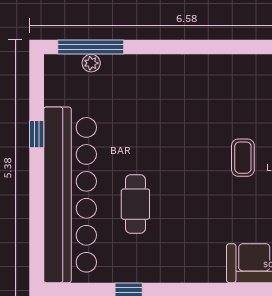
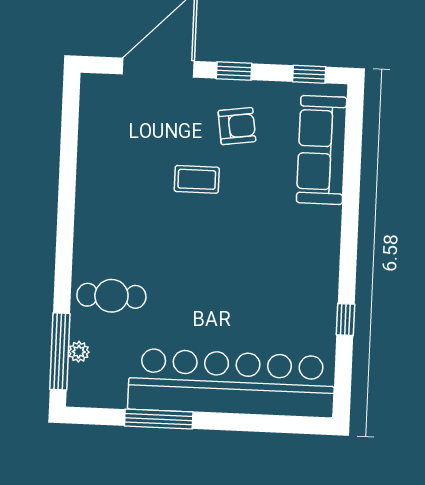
window: (37, 134) -> (159, 419), width x2.17
cafe table: (135, 204) -> (111, 296), moved

